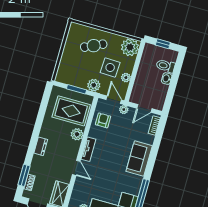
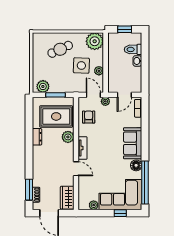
plant: (94, 85) -> (43, 86), moved
dresser: (41, 146) -> (37, 137), moved
floor lamp: (136, 181) -> (136, 165), added

